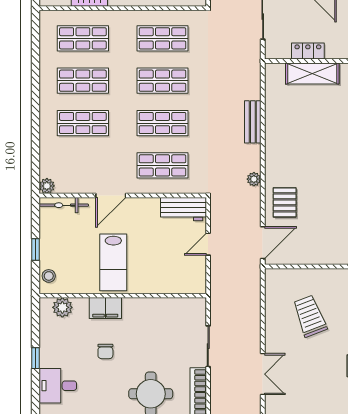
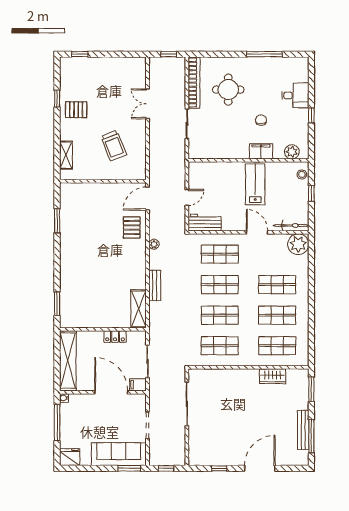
shelving: (312, 73) -> (139, 309), moved, turned 90
plant: (47, 186) -> (298, 244), width x1.88, depth x1.88
door: (111, 196) -> (257, 232), hinge flipped

